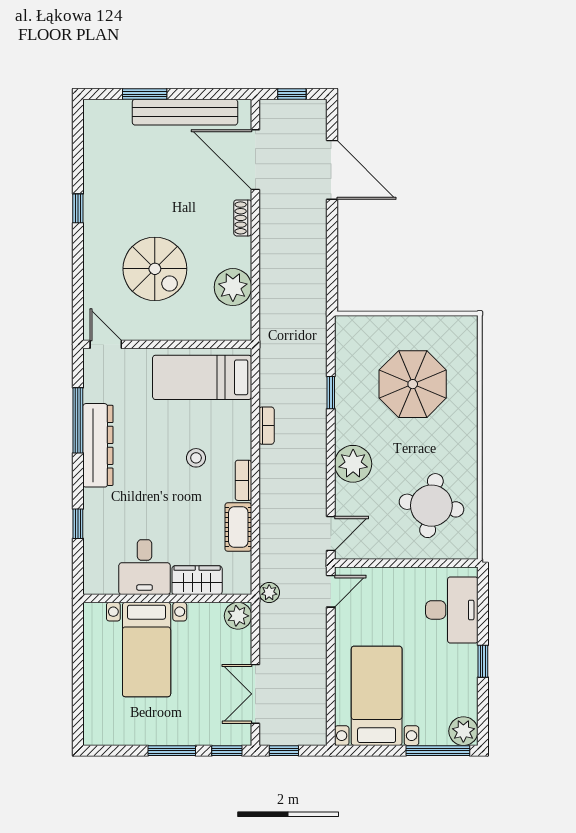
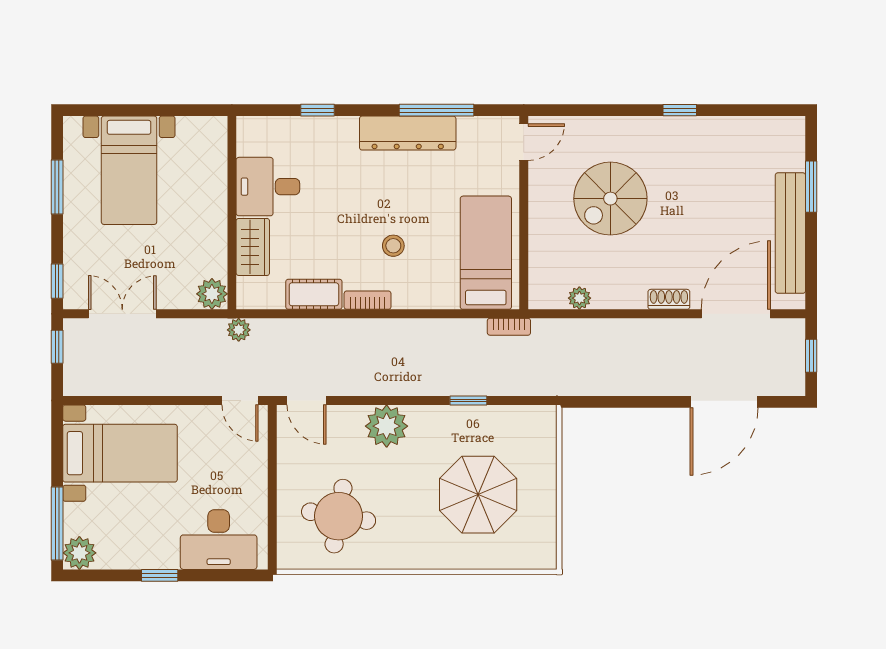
plant: (233, 287) -> (579, 298), width x0.53, depth x0.53
bookcase: (267, 426) -> (509, 327), moved
bed with nightstands: (147, 650) -> (129, 170), moved, turned -90
window: (172, 751) -> (57, 187), moved

